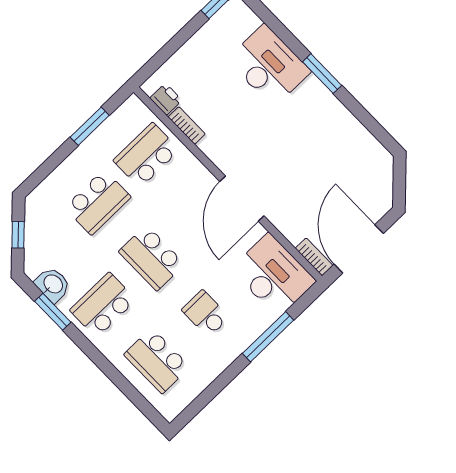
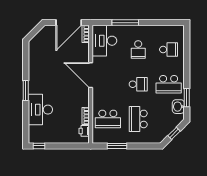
door: (242, 199) -> (91, 75), swing flipped
school desk: (98, 202) -> (138, 119), turned -90
school desk: (152, 258) -> (138, 84), width x0.54
school desk: (157, 361) -> (169, 49), width x0.54

